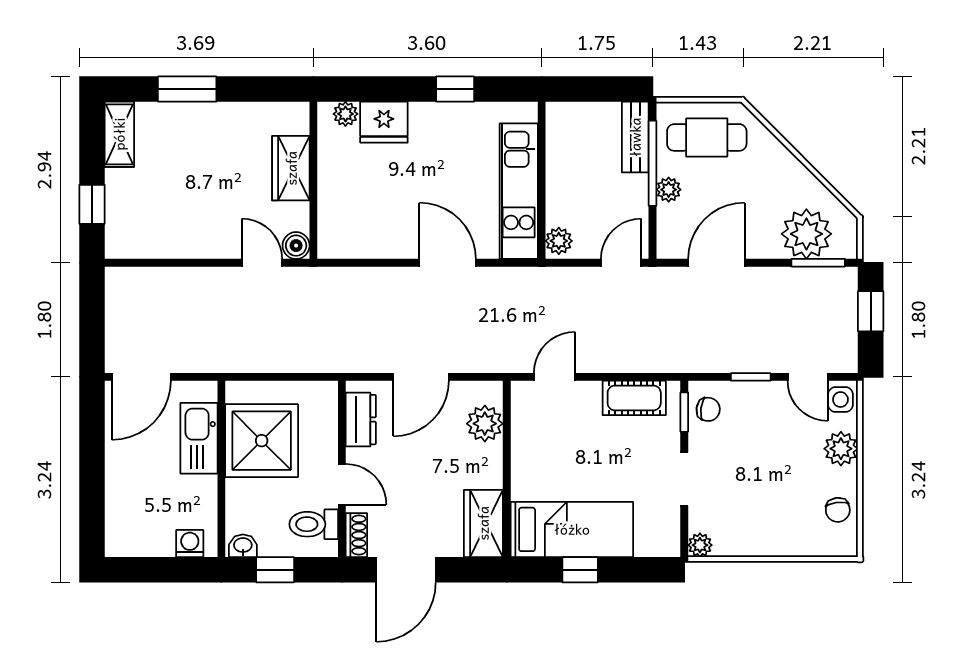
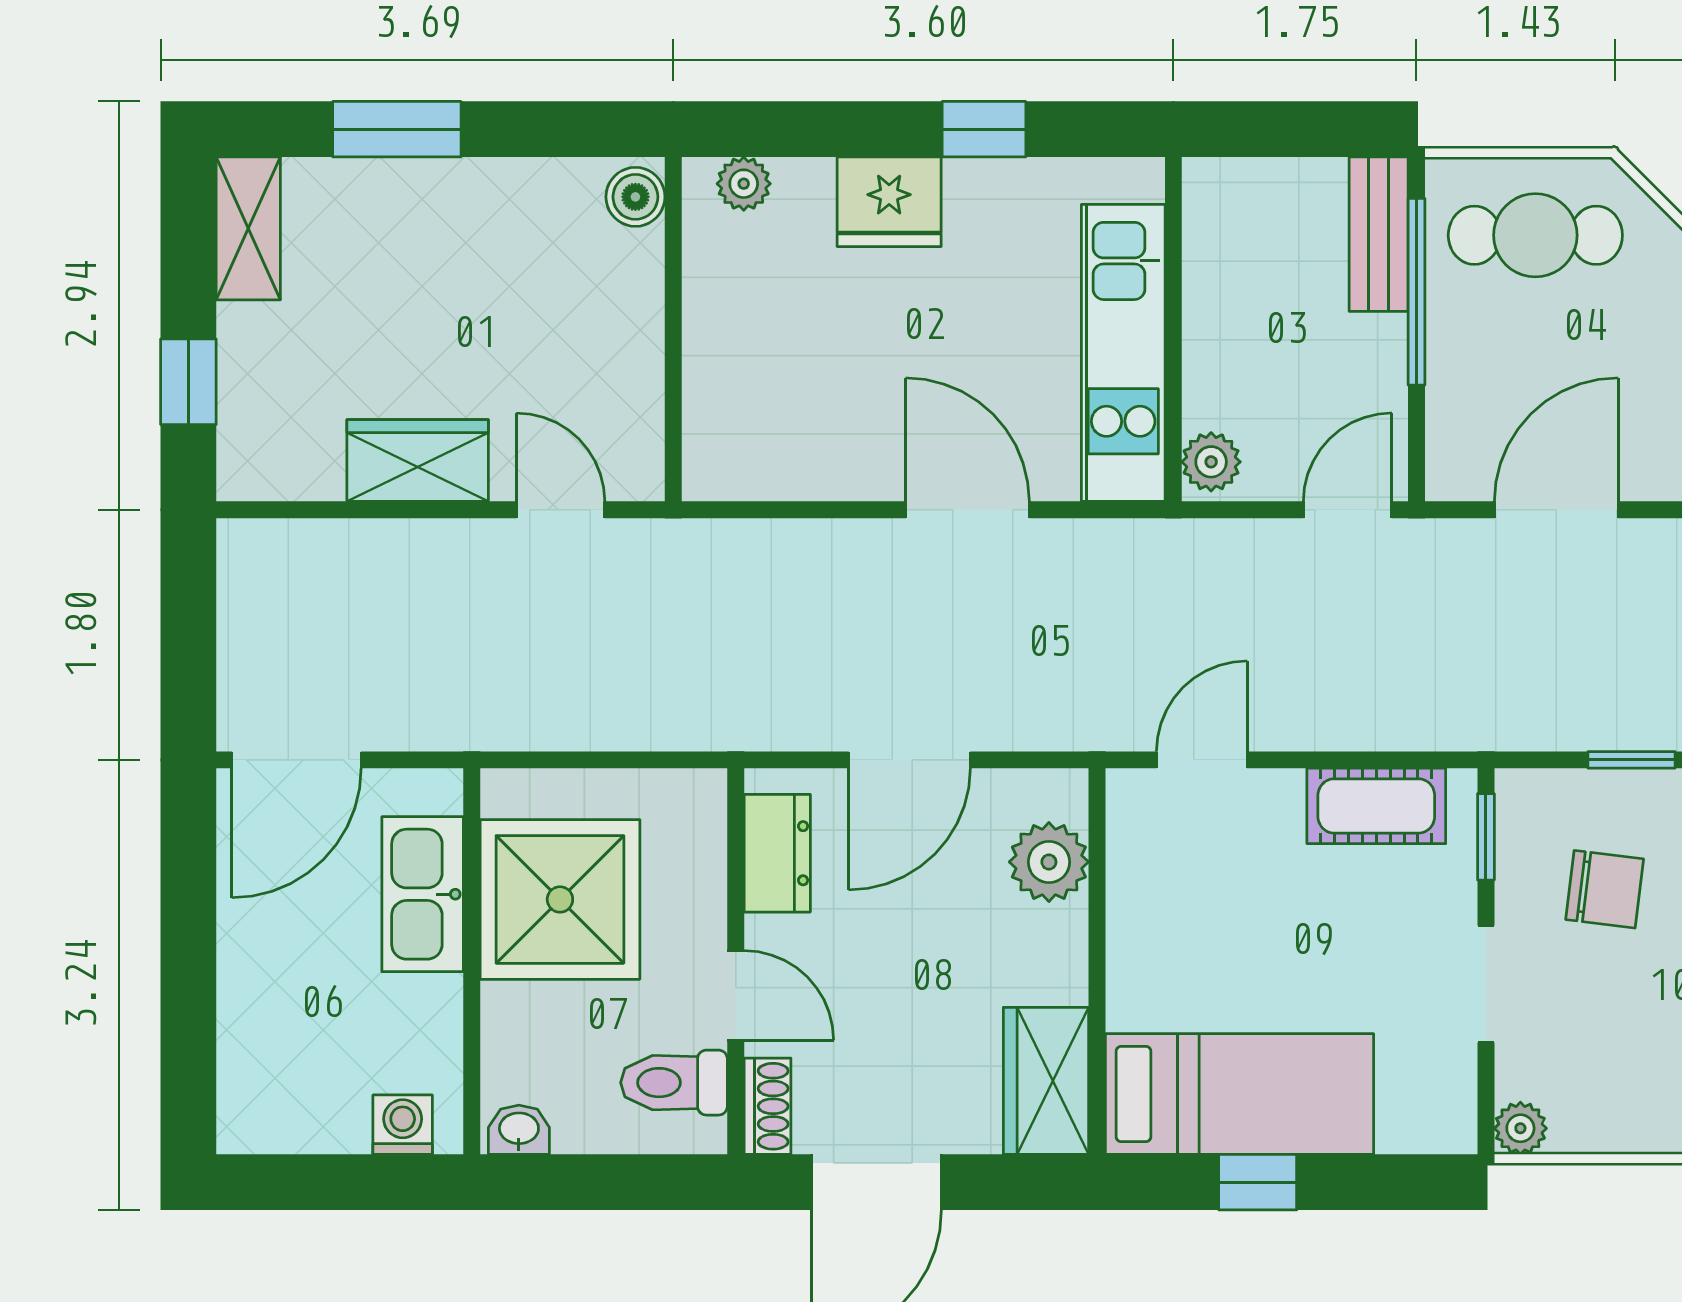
fridge: (384, 122) -> (889, 202), moved
wardrobe: (291, 168) -> (418, 461), moved, turned 90
plant: (669, 190) -> (1452, 349), removed
boiler: (296, 246) -> (635, 197), moved
chair: (708, 409) -> (1605, 889), moved, width x1.37, depth x1.37
window: (275, 570) -> (589, 1182), removed

